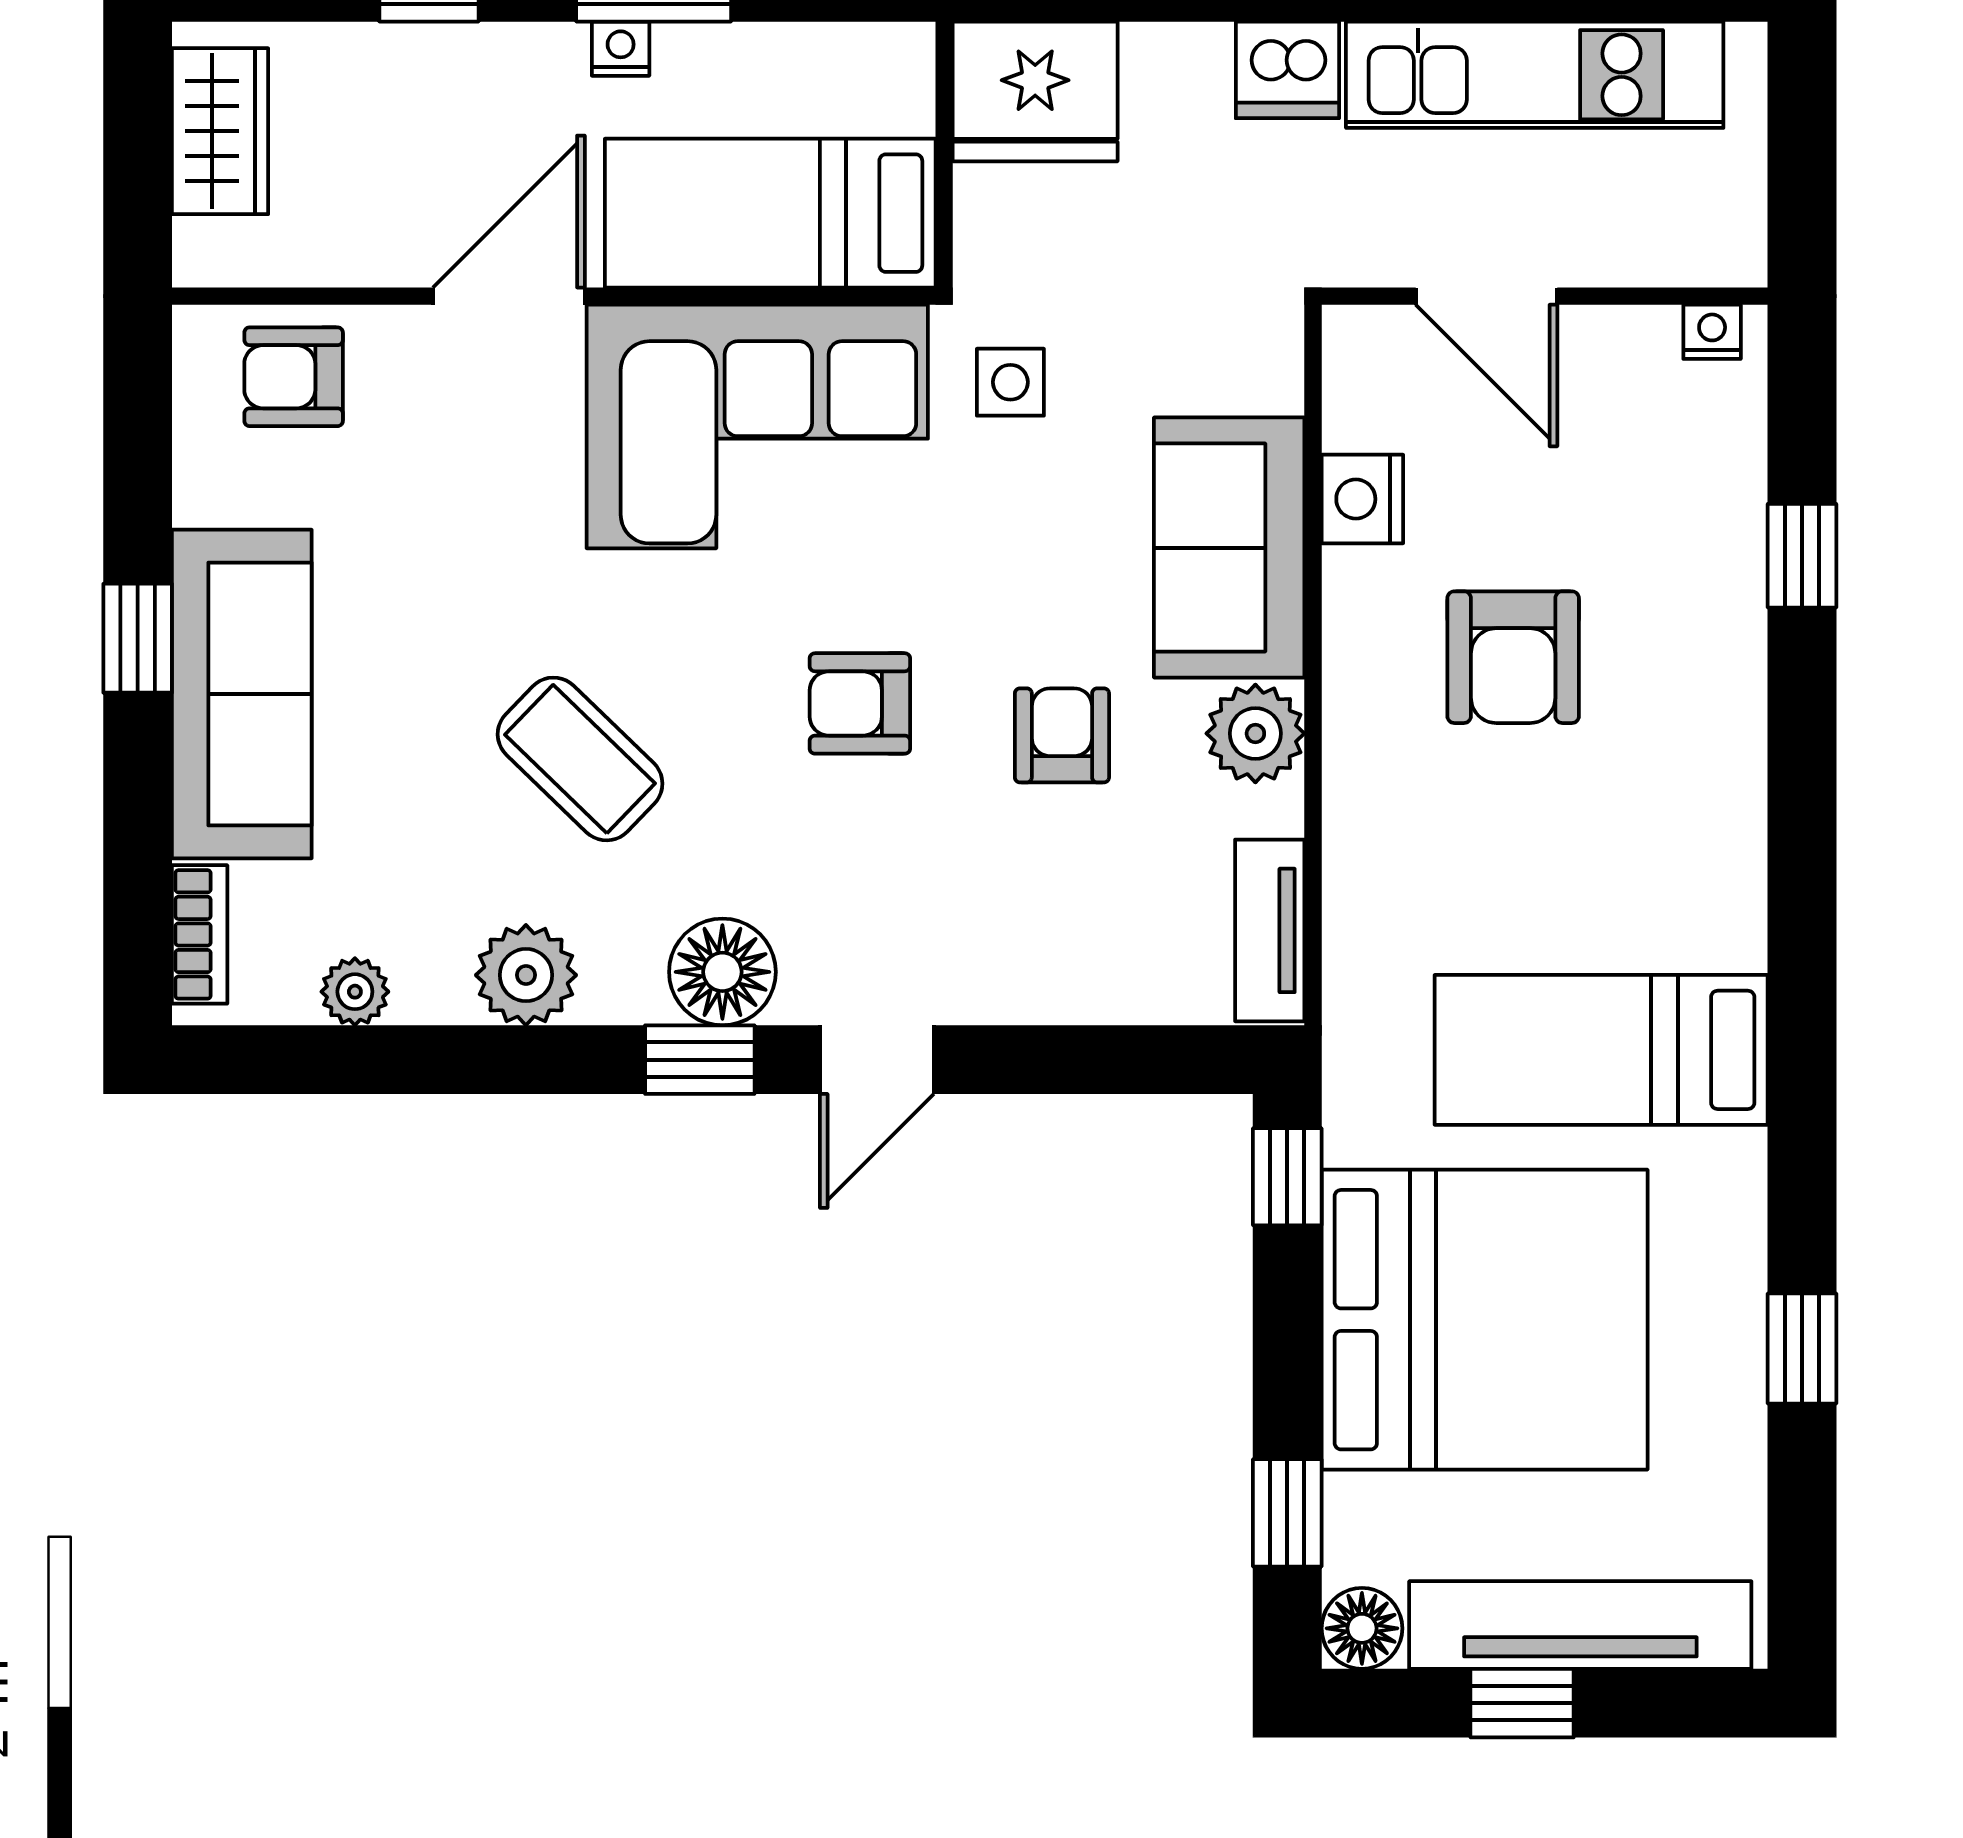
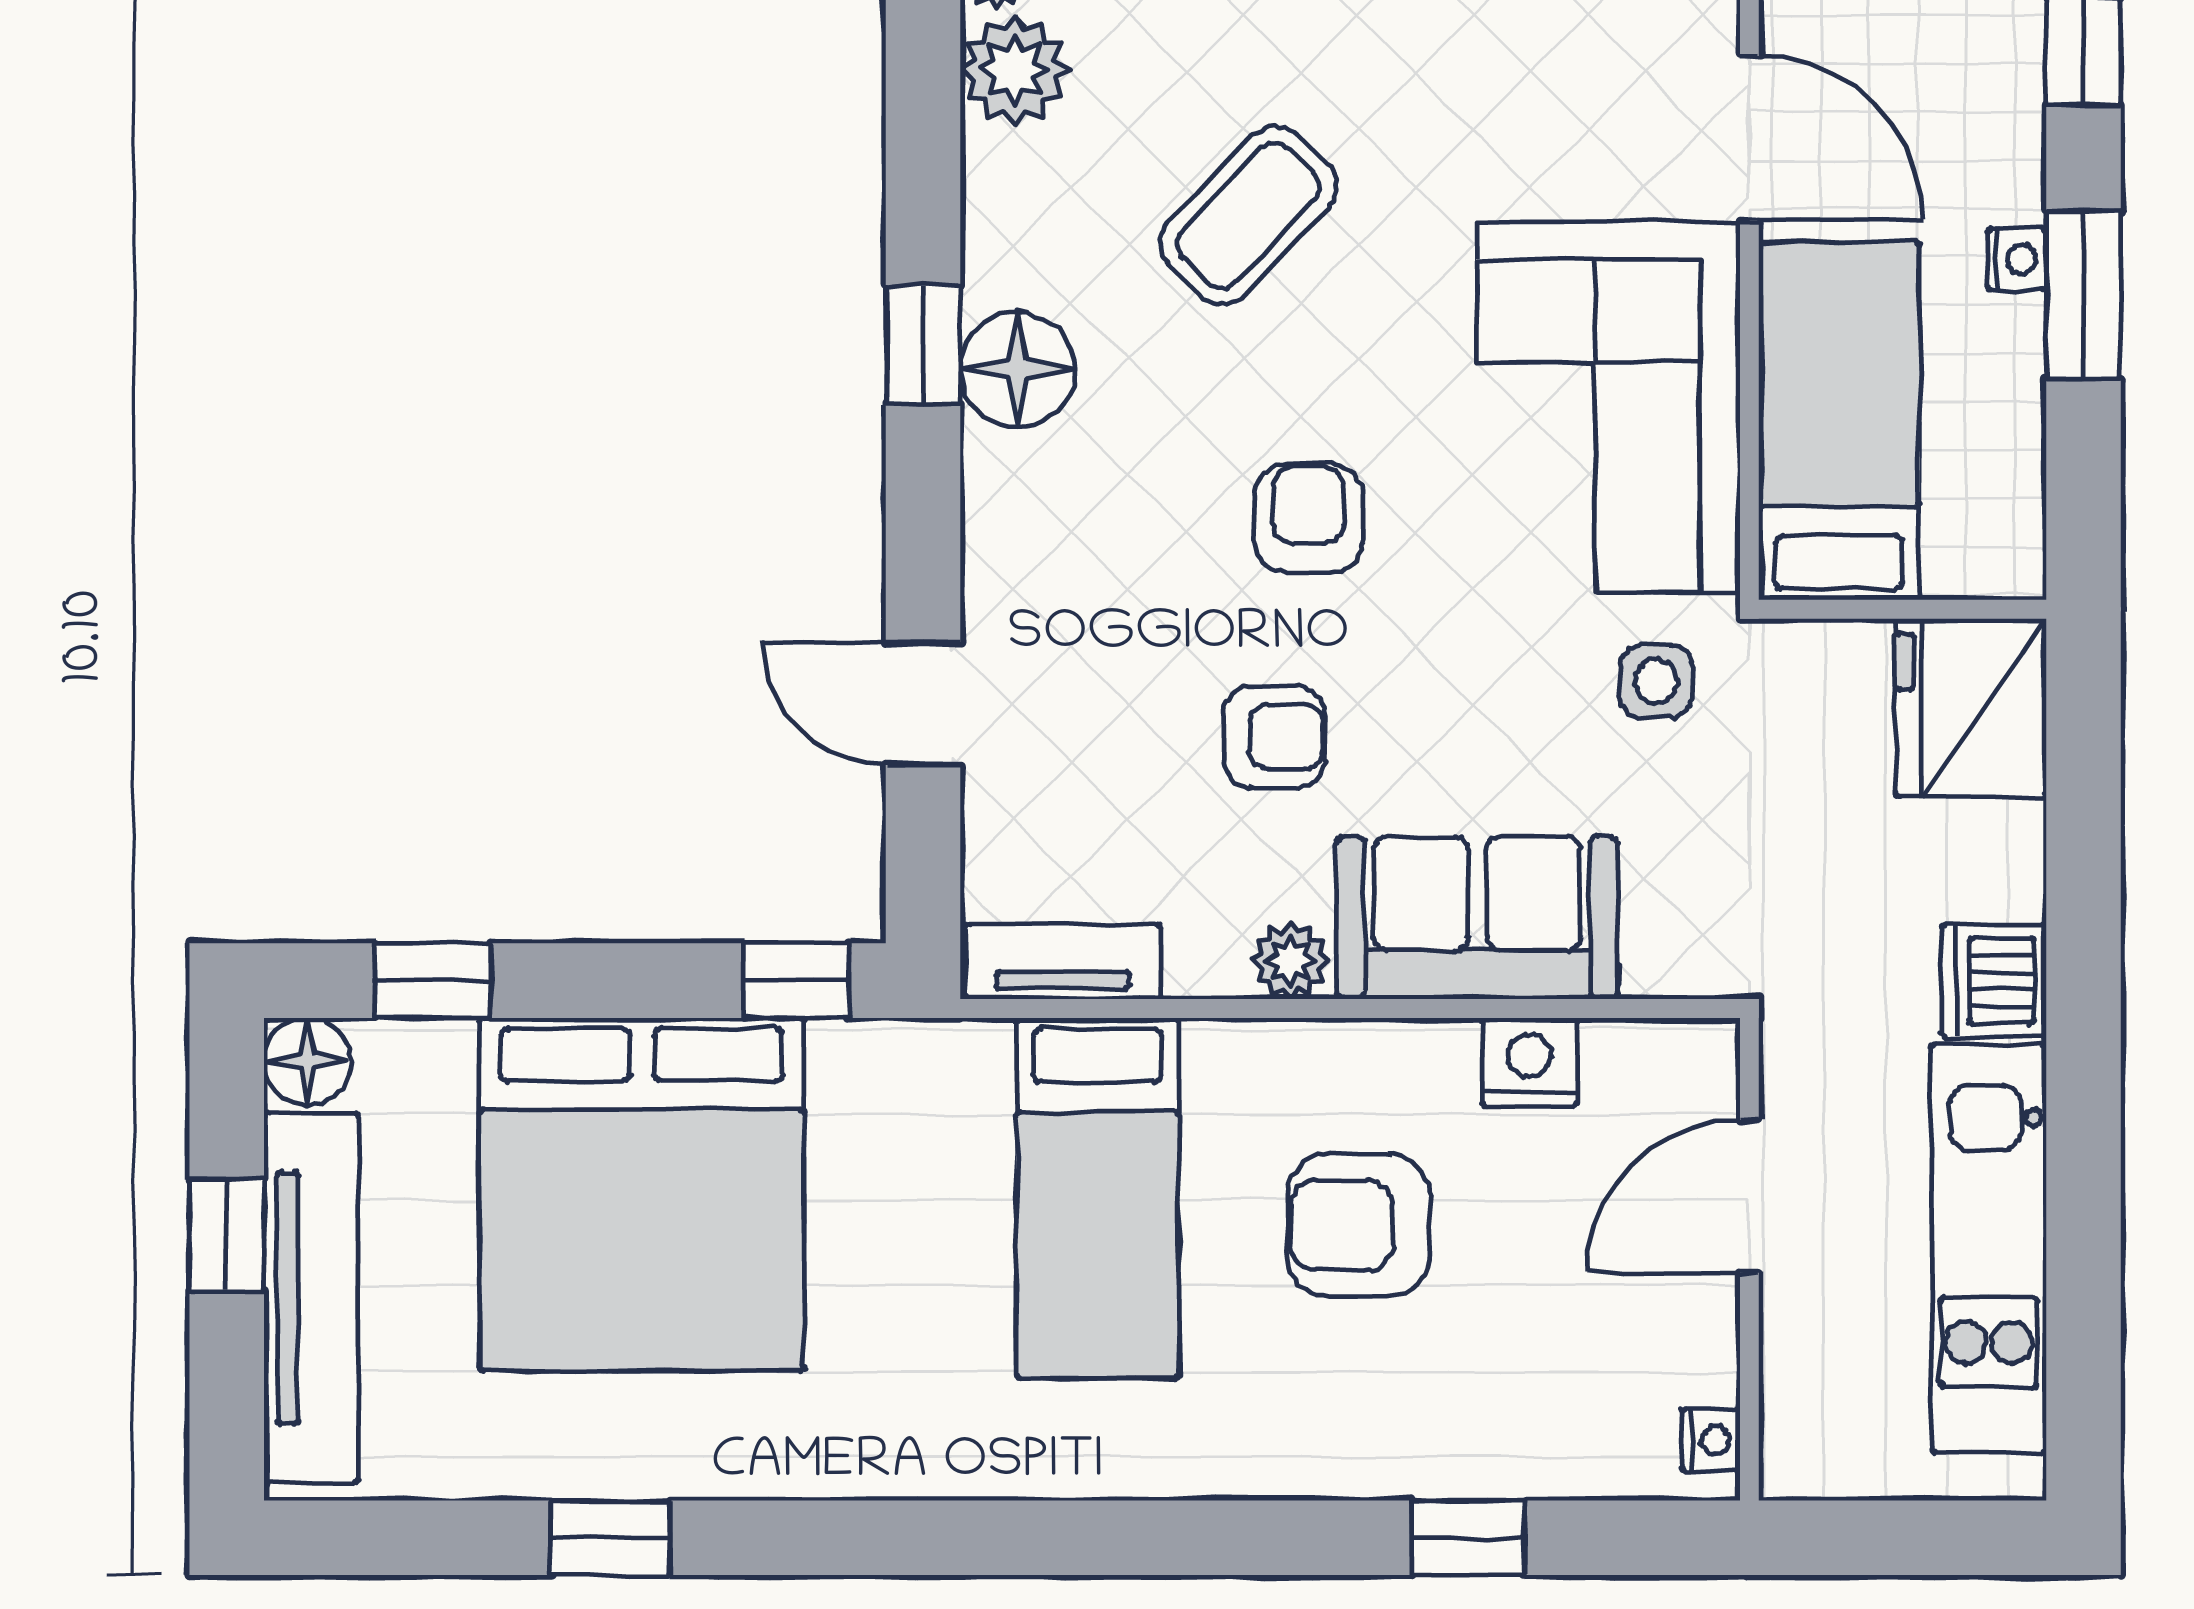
plant: (1255, 733) -> (1290, 961), width x0.73, depth x0.73
plant: (526, 975) -> (1015, 70), moved
bed: (1601, 1050) -> (1098, 1198), moved, turned 180
door: (877, 1060) -> (923, 703), moved

